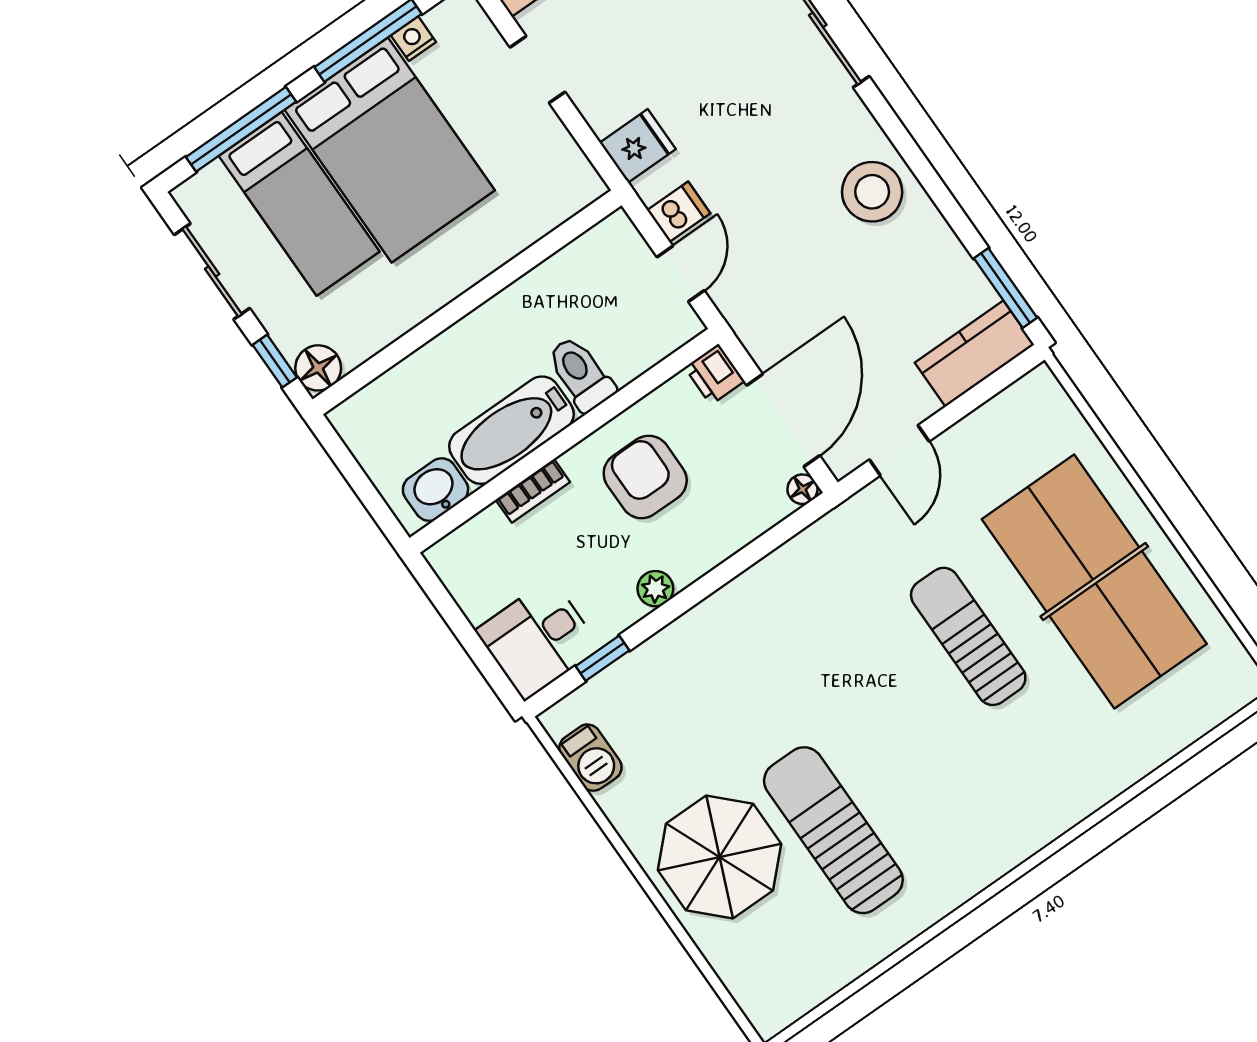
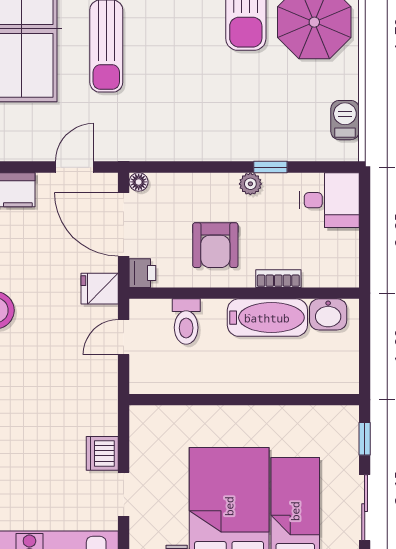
fridge: (638, 146) -> (100, 289), moved
dishwasher: (679, 212) -> (102, 453), moved, width x1.38
floor lamp: (318, 368) -> (345, 420), removed
toilet: (581, 374) -> (186, 322), moved
door: (783, 420) -> (124, 224), hinge flipped
window: (602, 658) -> (270, 167), moved

